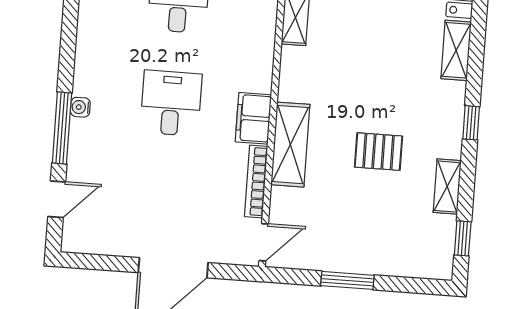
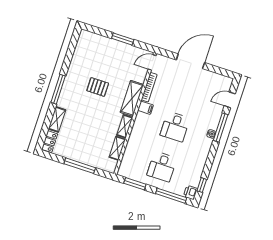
filing cabinet: (253, 118) -> (145, 108), width x0.50
window: (471, 123) -> (58, 89), width x2.17
shelving: (447, 187) -> (125, 126), moved
window: (463, 238) -> (73, 44), removed

